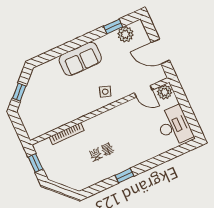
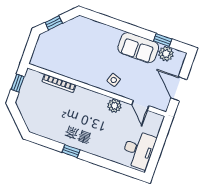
sofa: (80, 59) -> (138, 48), moved
plant: (165, 92) -> (114, 106), moved

